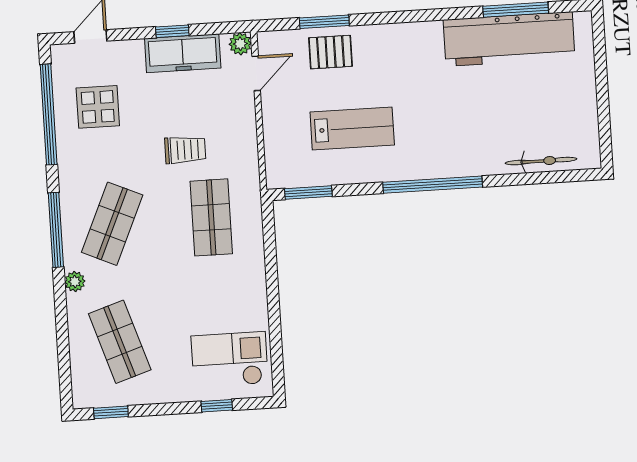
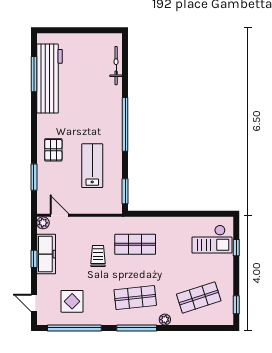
pallet: (331, 52) -> (53, 150), moved
shop shelf: (112, 224) -> (135, 298), turned -30
checkout: (230, 360) -> (212, 239), turned -90

